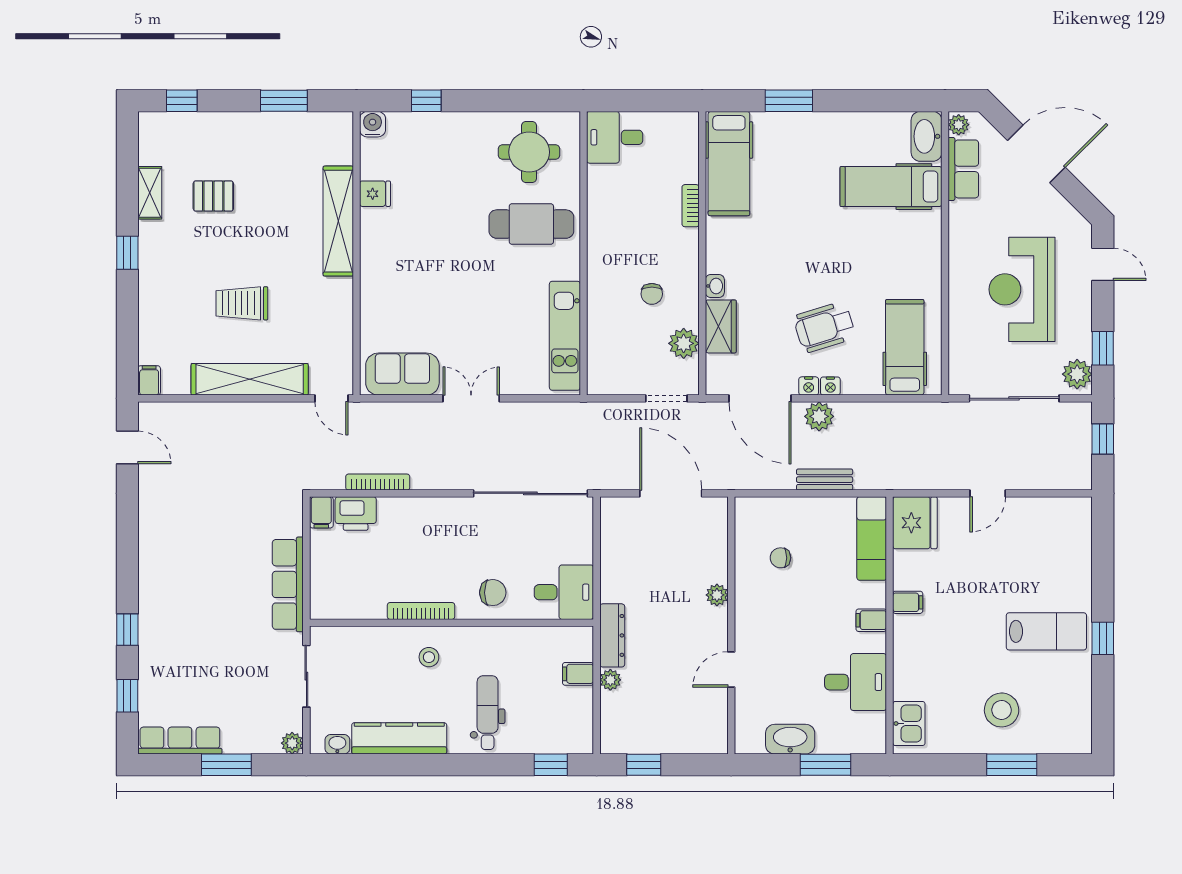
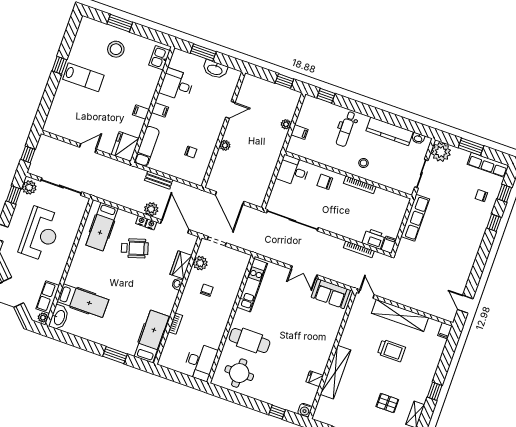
desk: (615, 137) -> (200, 362), width x1.37
lab bench: (1046, 631) -> (83, 77), turned 180
dresser: (612, 635) -> (278, 144), removed
chair: (171, 675) -> (481, 196), added
plant: (292, 743) -> (441, 152), width x1.88, depth x1.88

